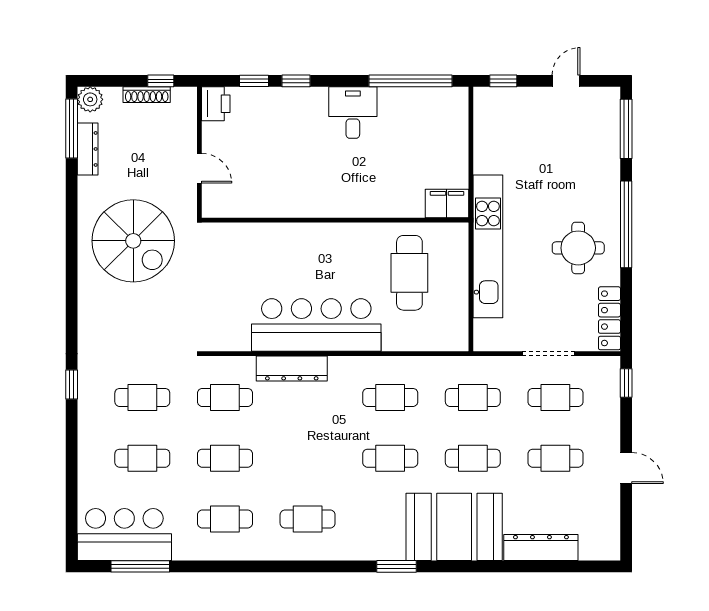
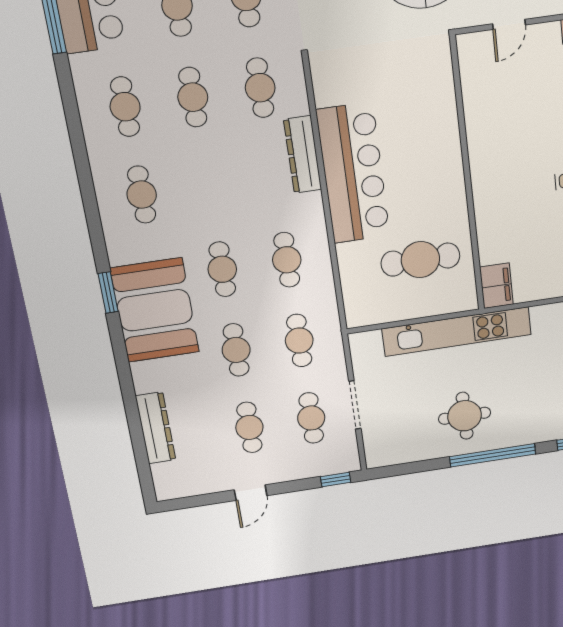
locker: (609, 318) -> (398, 455), removed
booth: (454, 527) -> (155, 310), moved

